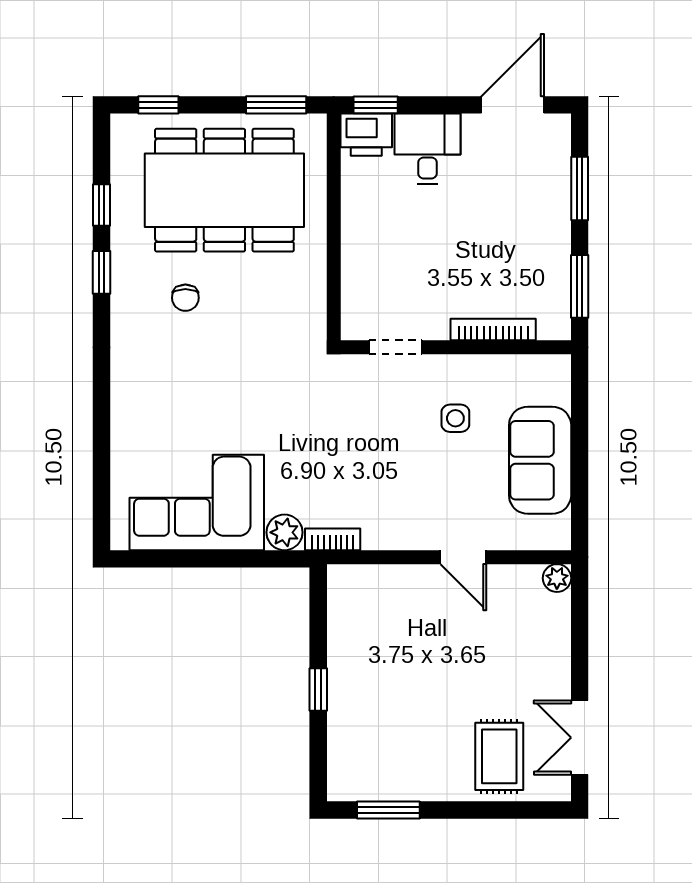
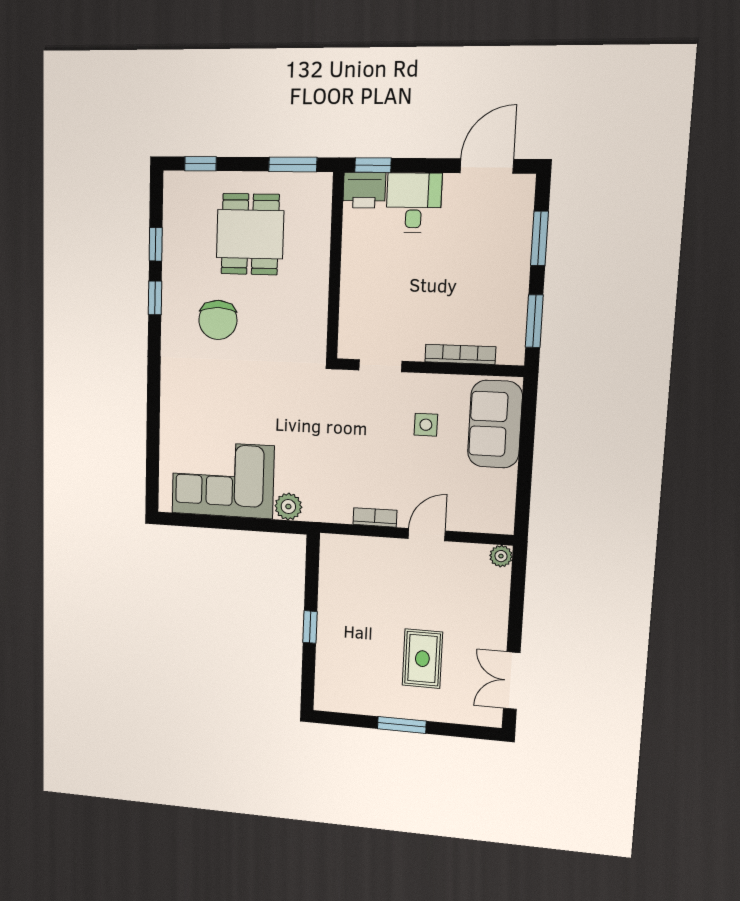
dining table: (224, 190) -> (250, 234), width x0.53, depth x0.80
chair: (185, 298) -> (218, 320), width x1.87, depth x1.87
sofa: (540, 460) -> (495, 424), moved
bookcase: (333, 539) -> (375, 517), moved
door: (463, 557) -> (427, 535), swing flipped
rug: (499, 756) -> (422, 659), moved
window: (388, 810) -> (402, 725), moved

